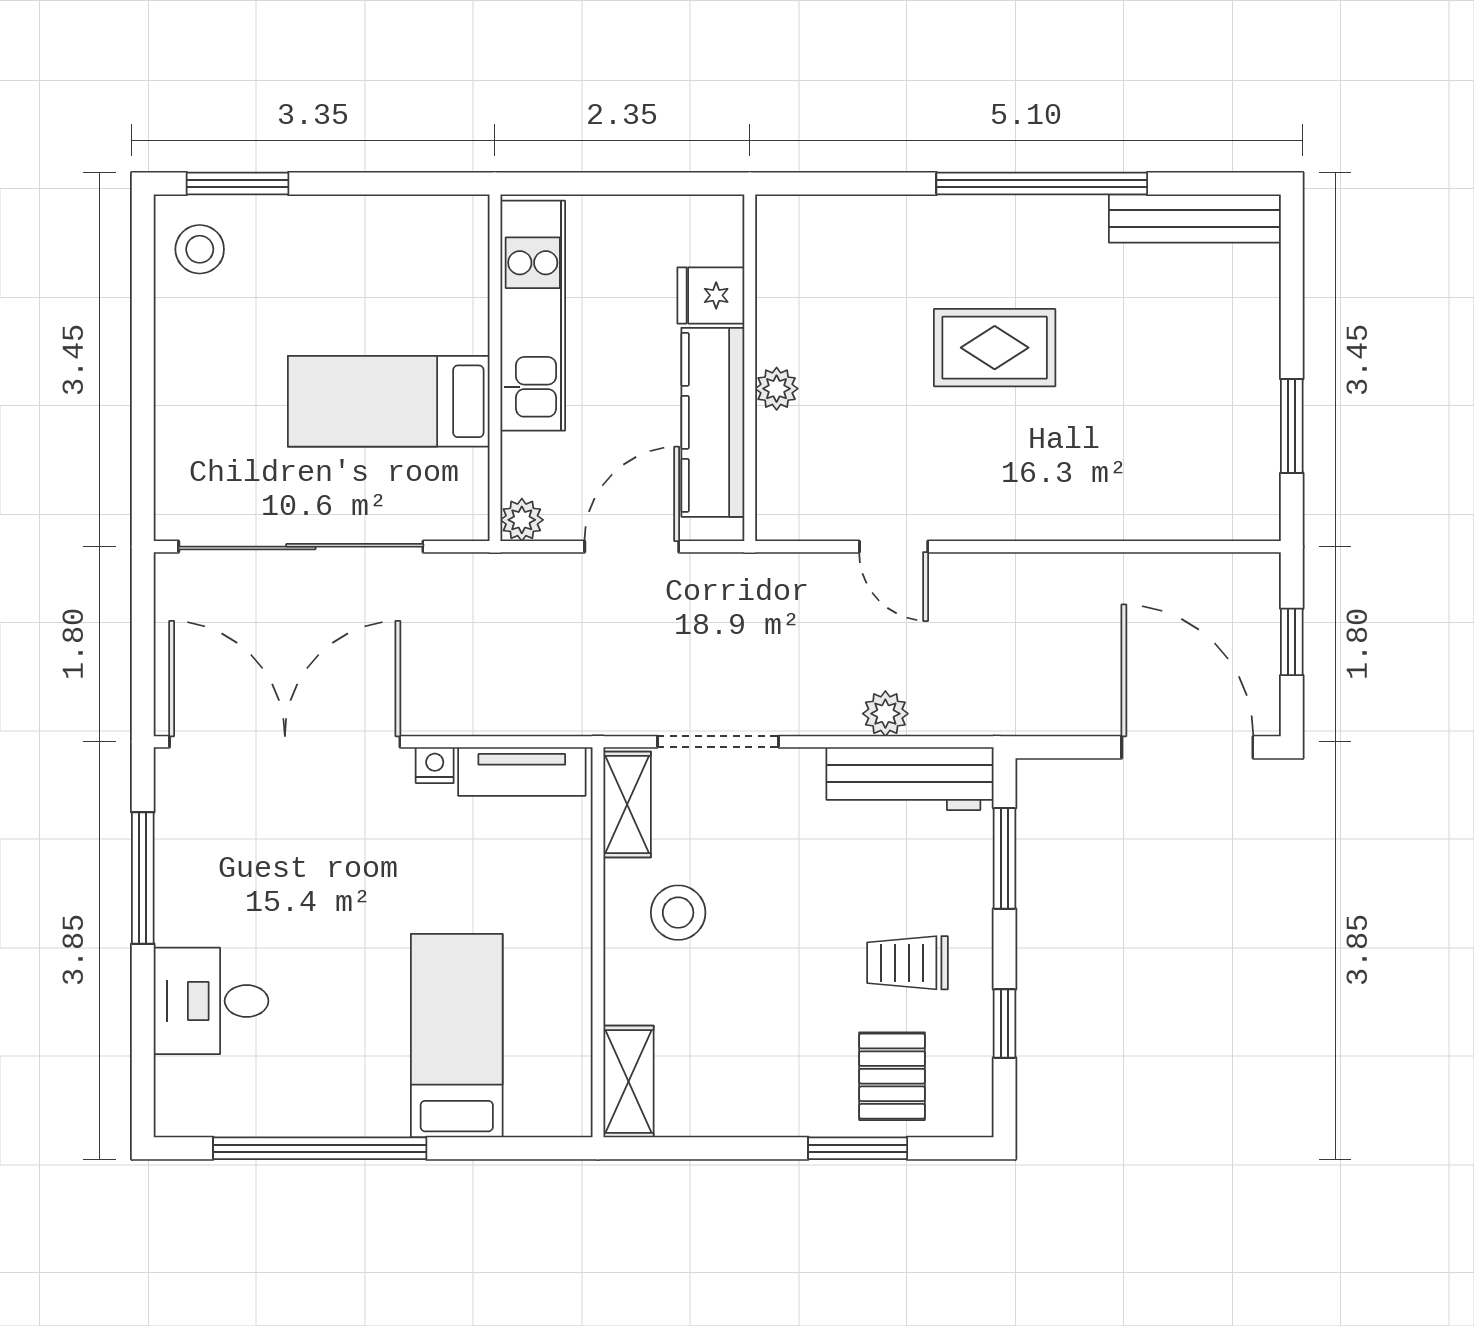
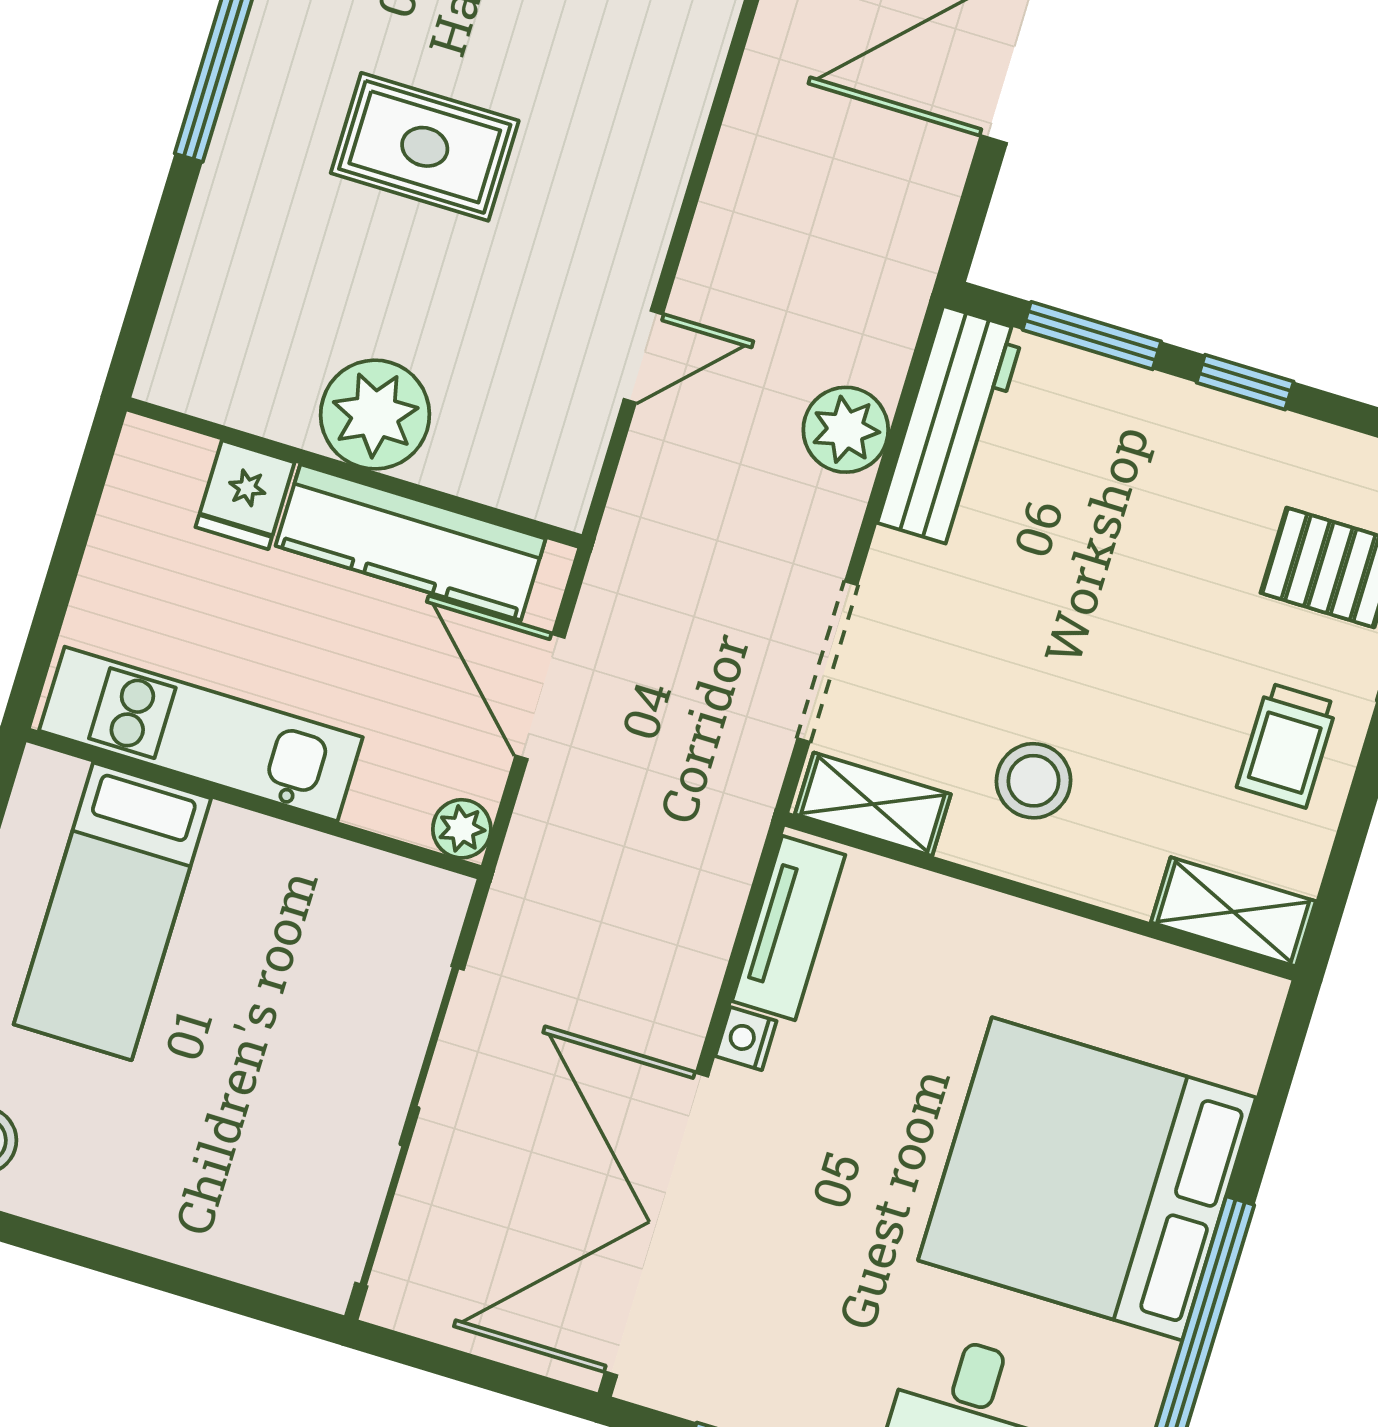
rug: (995, 348) -> (425, 147), turned 90
plant: (777, 389) -> (375, 415), width x1.87, depth x1.87
bed: (389, 401) -> (112, 911), moved
plant: (885, 714) -> (846, 430), width x1.38, depth x1.38
trolley: (907, 963) -> (1287, 745), moved
window: (1004, 1023) -> (1245, 382), moved
bed: (457, 1036) -> (1087, 1179), width x2.04

